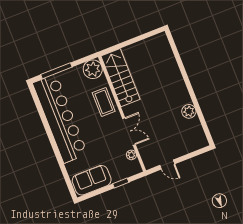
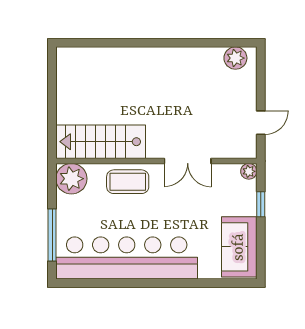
plant: (189, 111) -> (235, 58), moved
double door: (129, 132) -> (188, 161), swing flipped
plant: (131, 155) -> (249, 171), moved

